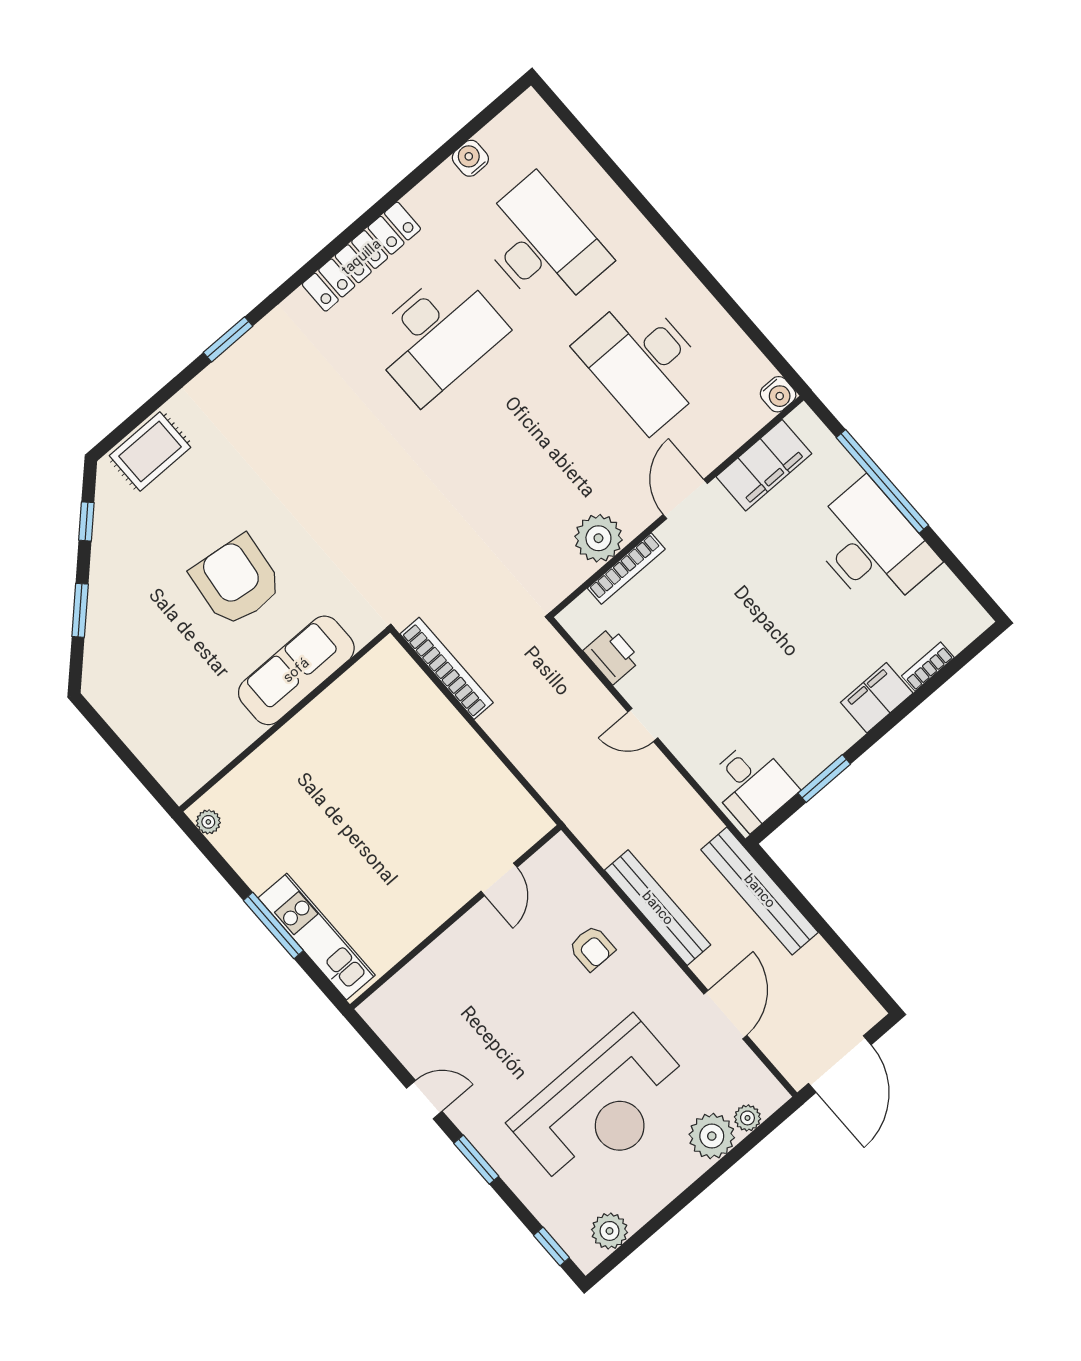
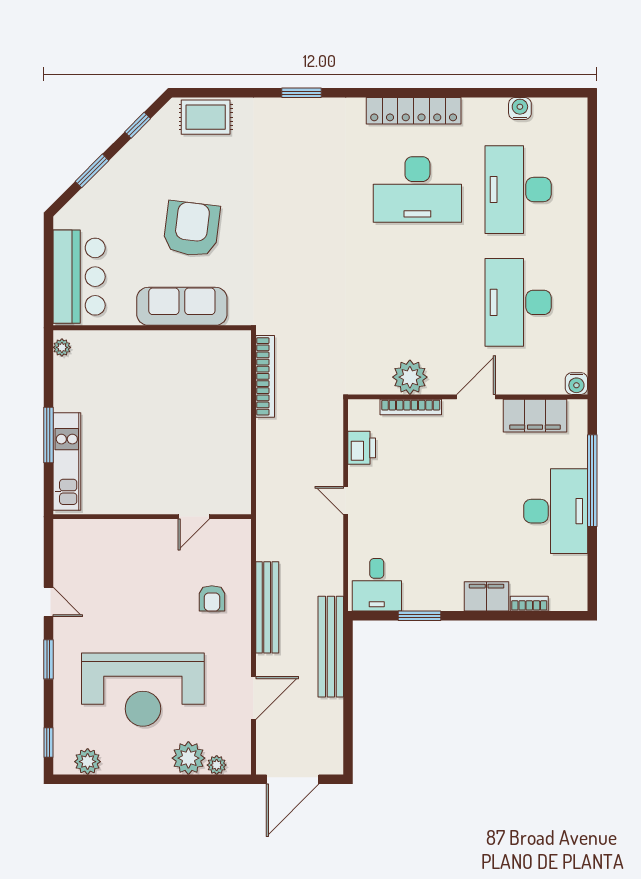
desk: (542, 244) -> (518, 190), turned 180
bar counter: (162, 732) -> (79, 277), added

